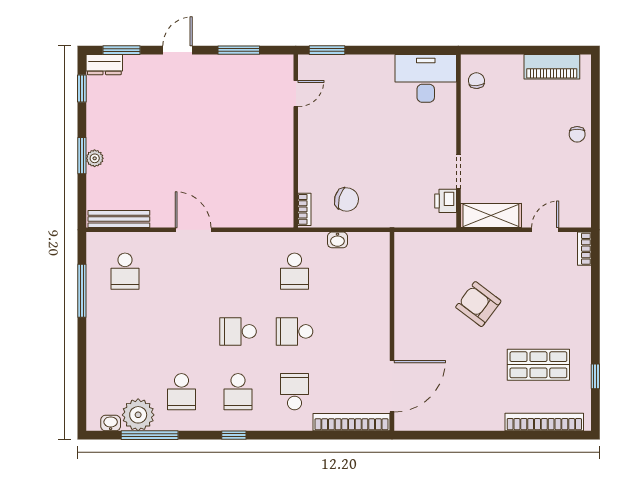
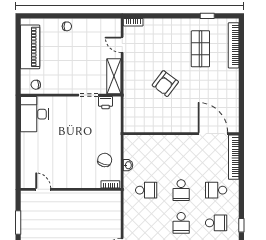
window: (327, 50) -> (18, 171), removed
piano: (552, 67) -> (30, 47), width x1.37, depth x1.33

